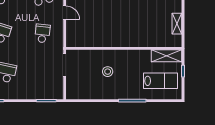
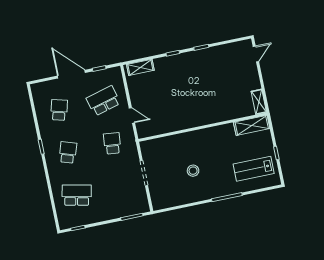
wall: (124, 48) -> (203, 127), moved
shelving: (167, 56) -> (252, 125), moved
lab bench: (160, 81) -> (254, 169), turned 180

